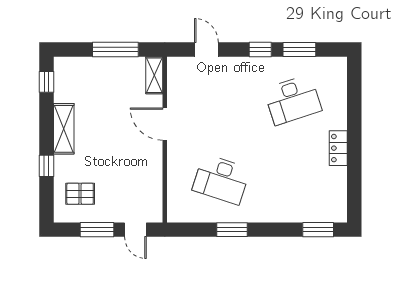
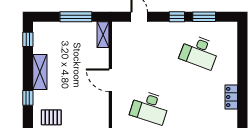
desk: (293, 100) -> (200, 52), turned 39
door: (165, 124) -> (110, 80), moved
locker: (338, 148) -> (231, 97), moved

